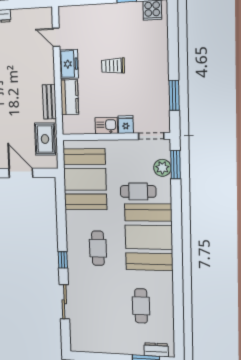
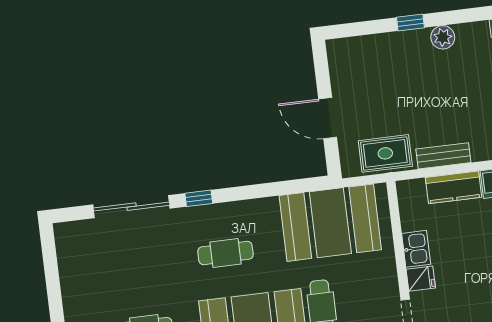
door: (21, 173) -> (328, 118), swing flipped
sliding door: (64, 302) -> (131, 207), width x1.37

